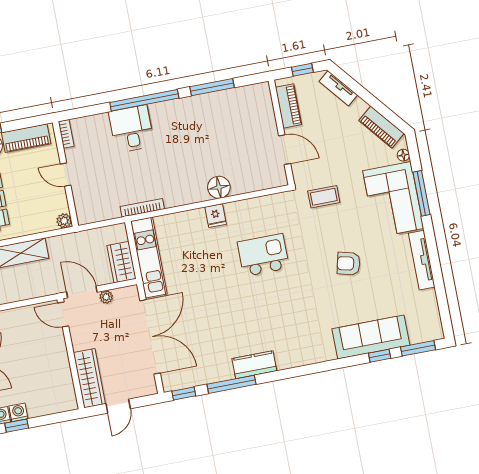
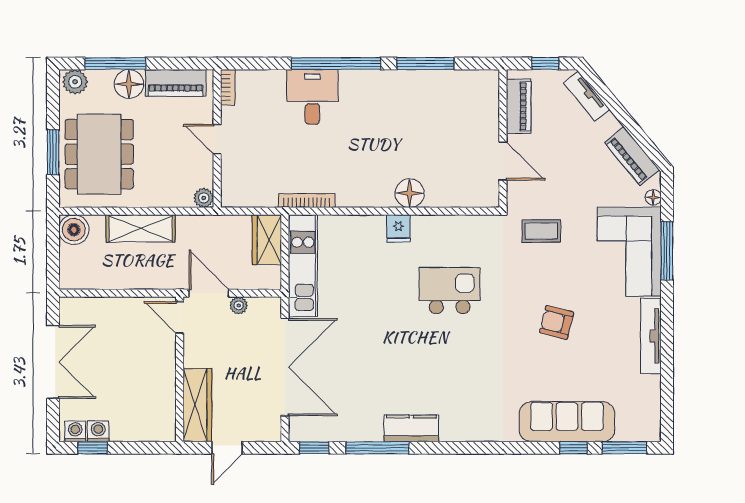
wardrobe: (122, 262) -> (267, 240), moved

